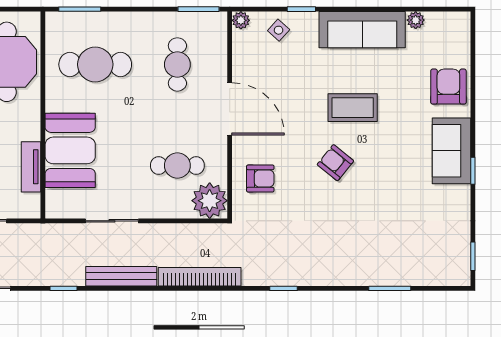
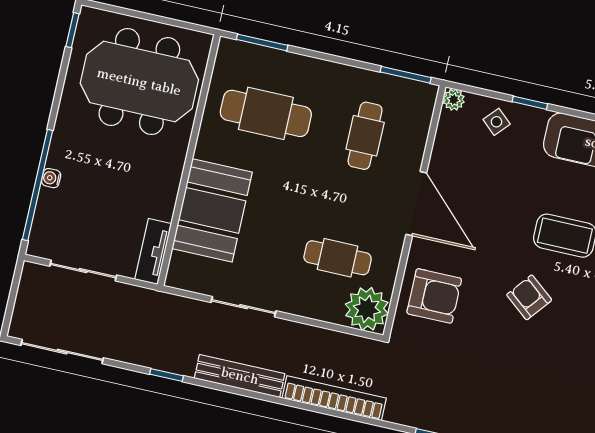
tv unit: (31, 167) -> (153, 251), moved
armchair: (260, 178) -> (434, 296), width x1.38, depth x1.38

